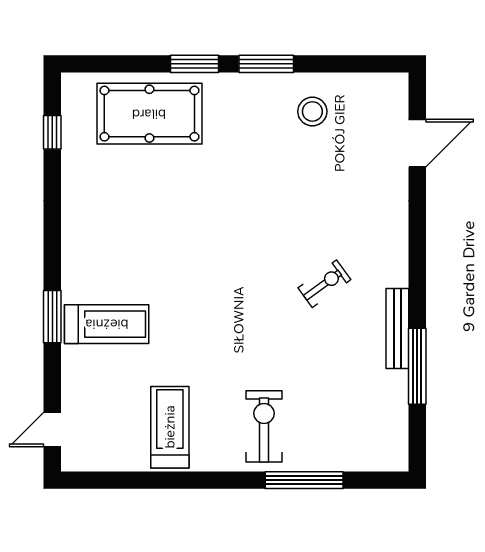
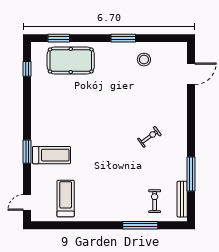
window: (195, 64) -> (59, 38), moved
bench: (397, 328) -> (182, 199), moved
exercise bike: (264, 426) -> (155, 201), moved, width x0.73, depth x0.72
treadmill: (170, 427) -> (66, 198), moved

